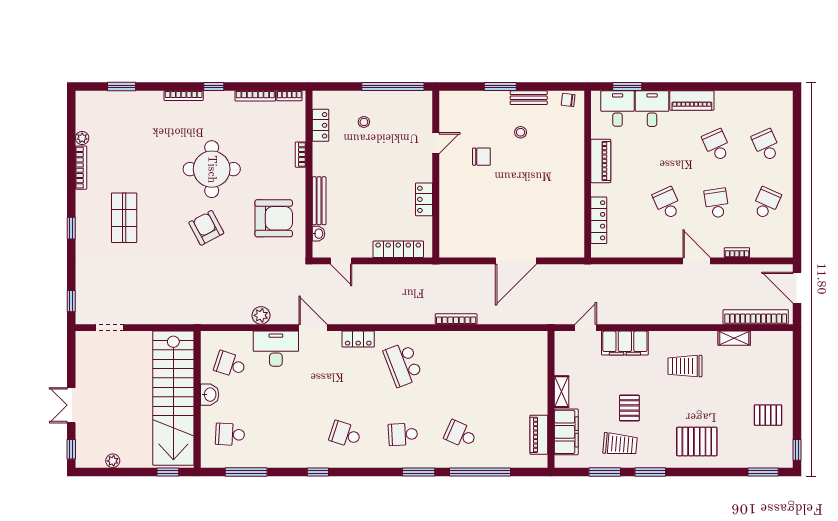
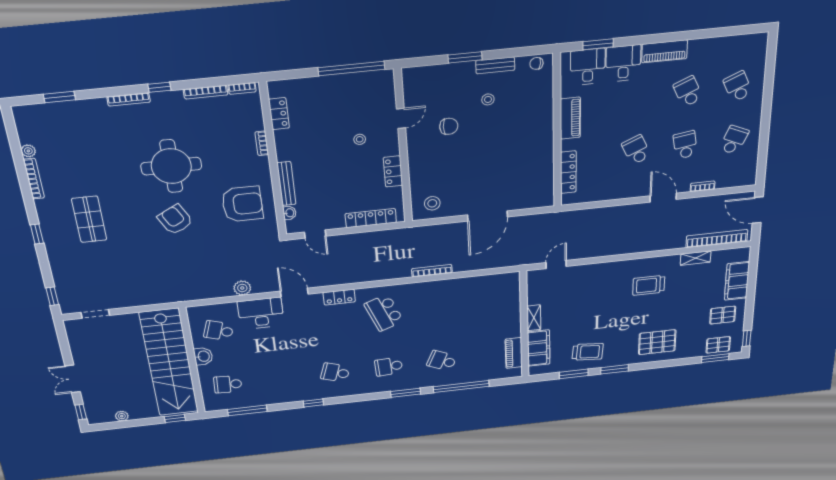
stool: (364, 122) -> (360, 139), moved
stool: (461, 240) -> (432, 203), added
filing cabinet: (625, 343) -> (737, 281), moved, turned 90
pallet: (629, 408) -> (718, 345), moved, turned 90

